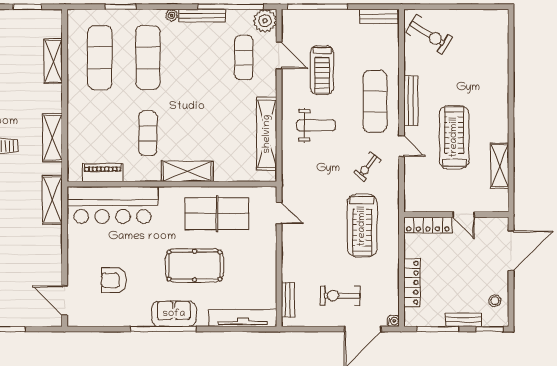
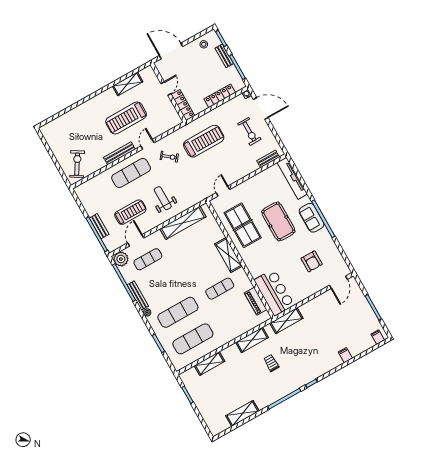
bench: (379, 16) -> (99, 226), moved
bar counter: (113, 205) -> (274, 292), width x0.73

